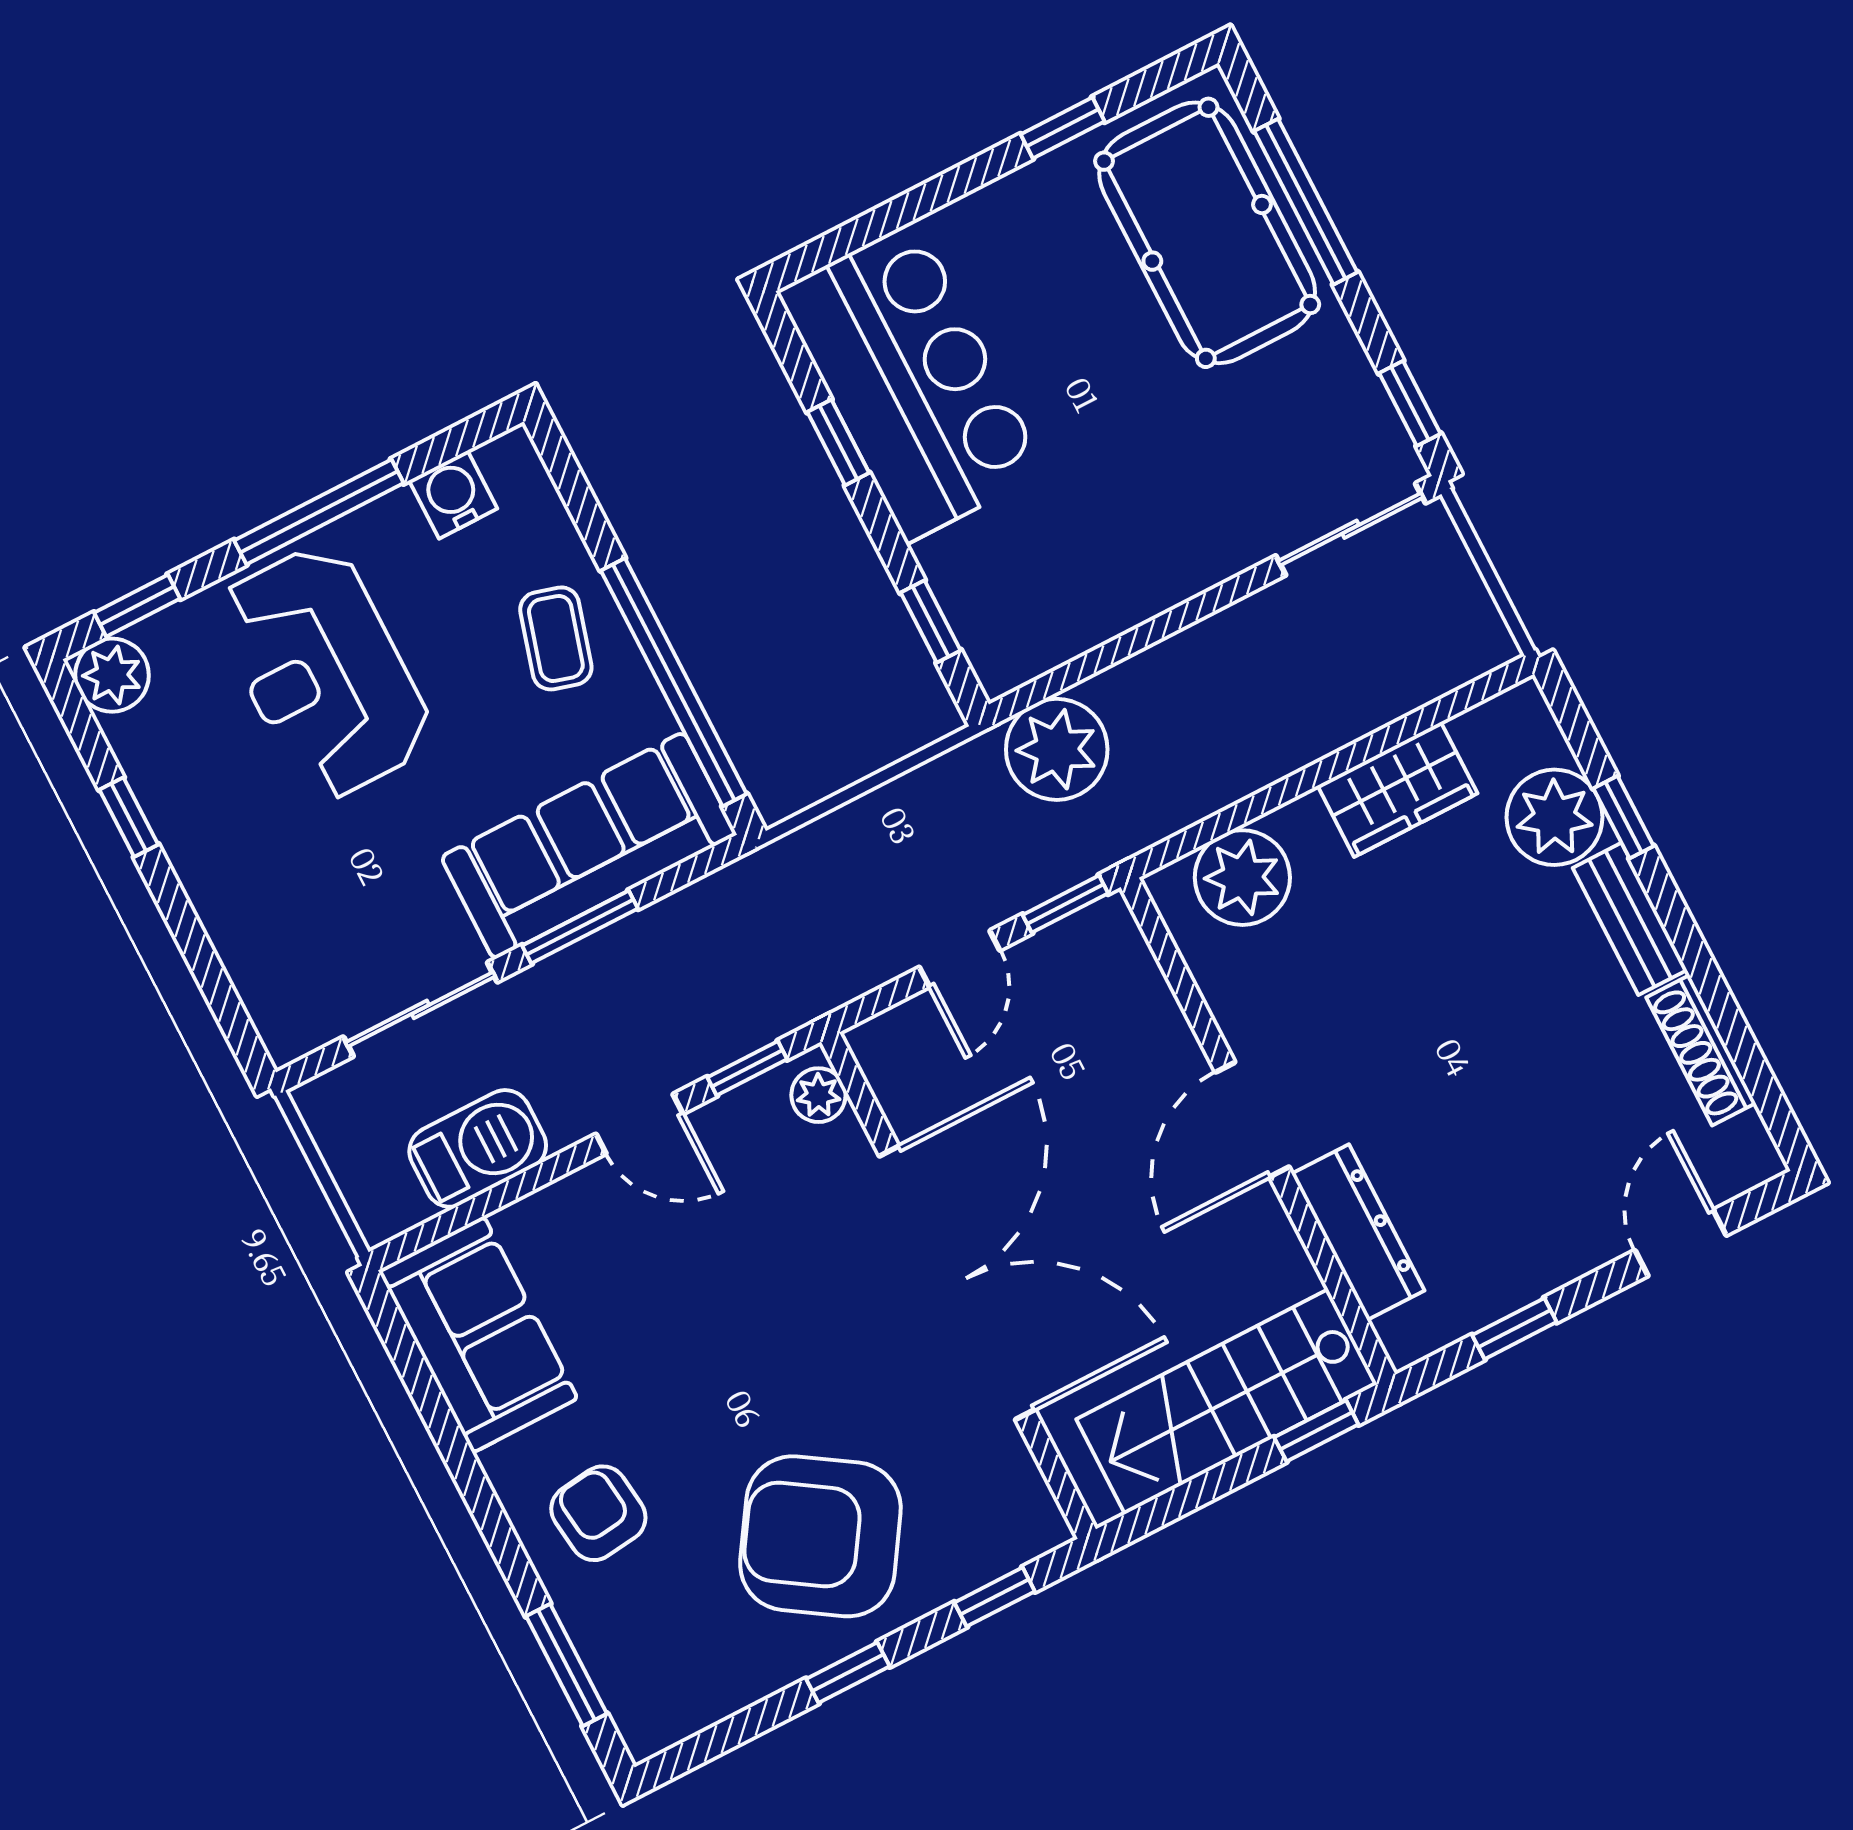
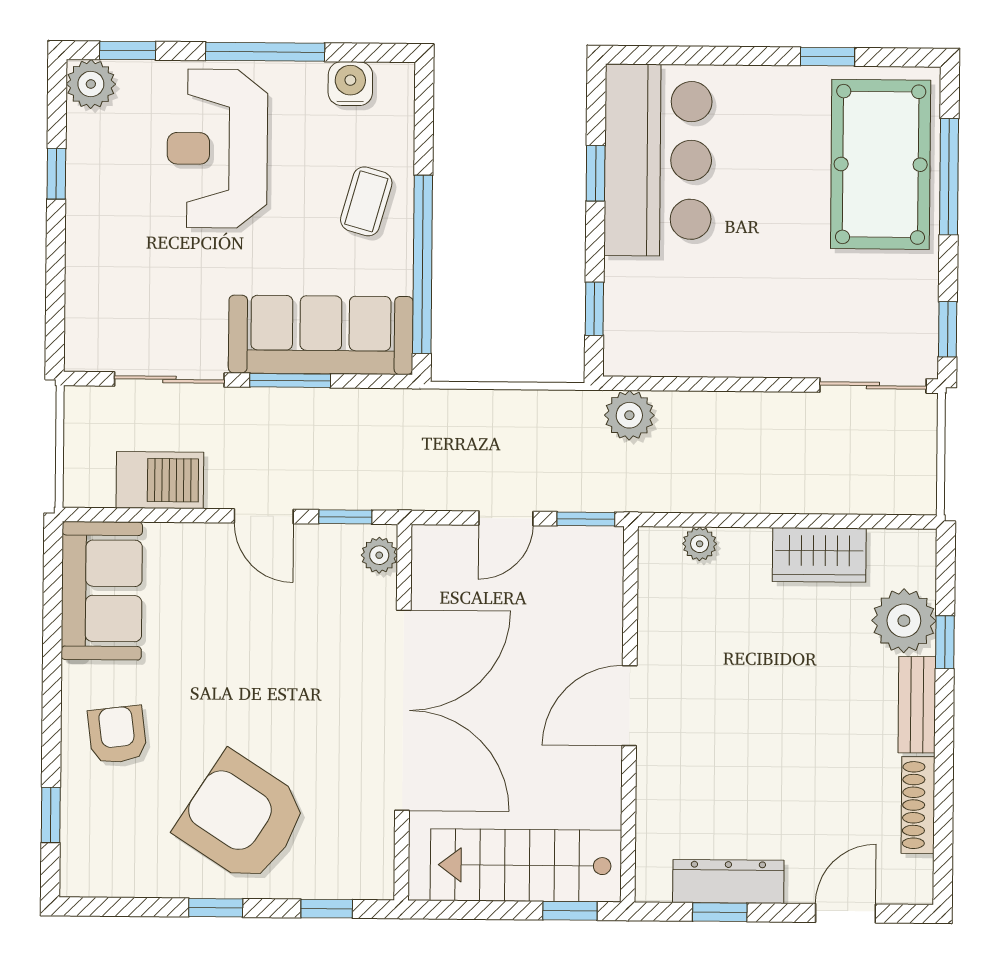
plant: (1057, 749) -> (629, 415), width x0.73, depth x0.73
plant: (1242, 878) -> (700, 544), width x0.53, depth x0.53
dresser: (1358, 1232) -> (728, 881), moved, turned -90
window: (566, 1665) -> (51, 815), width x0.67

